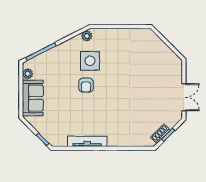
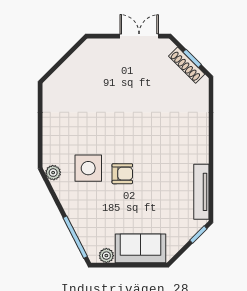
shoe rack: (160, 134) -> (187, 65), width x1.43
tv unit: (87, 141) -> (201, 192), moved

